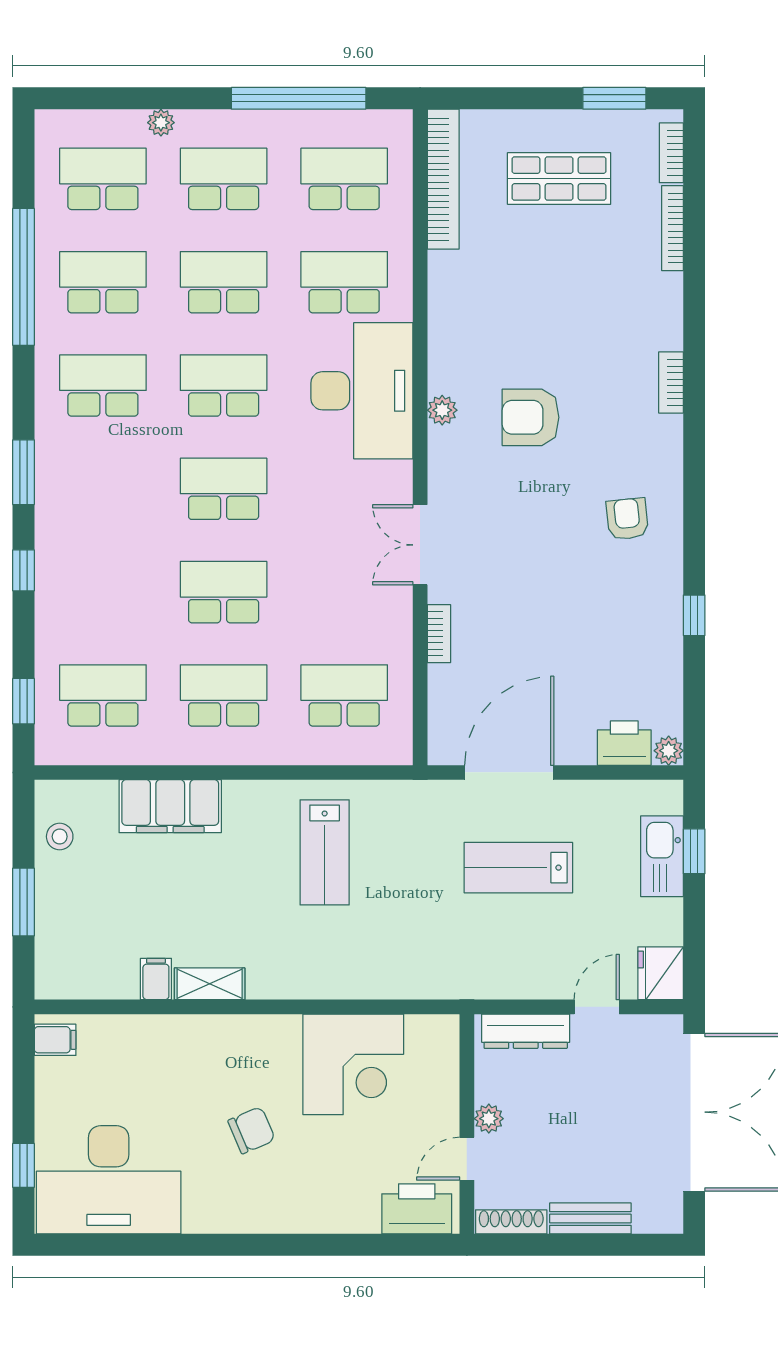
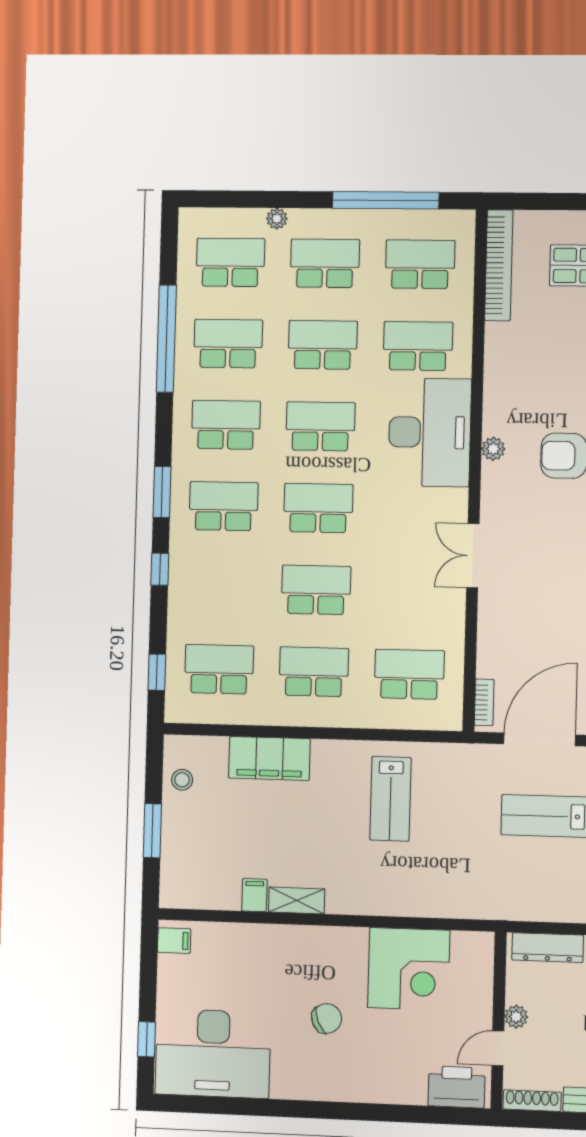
school desk: (103, 489) -> (224, 506), added
bookcase: (439, 634) -> (484, 702), moved

